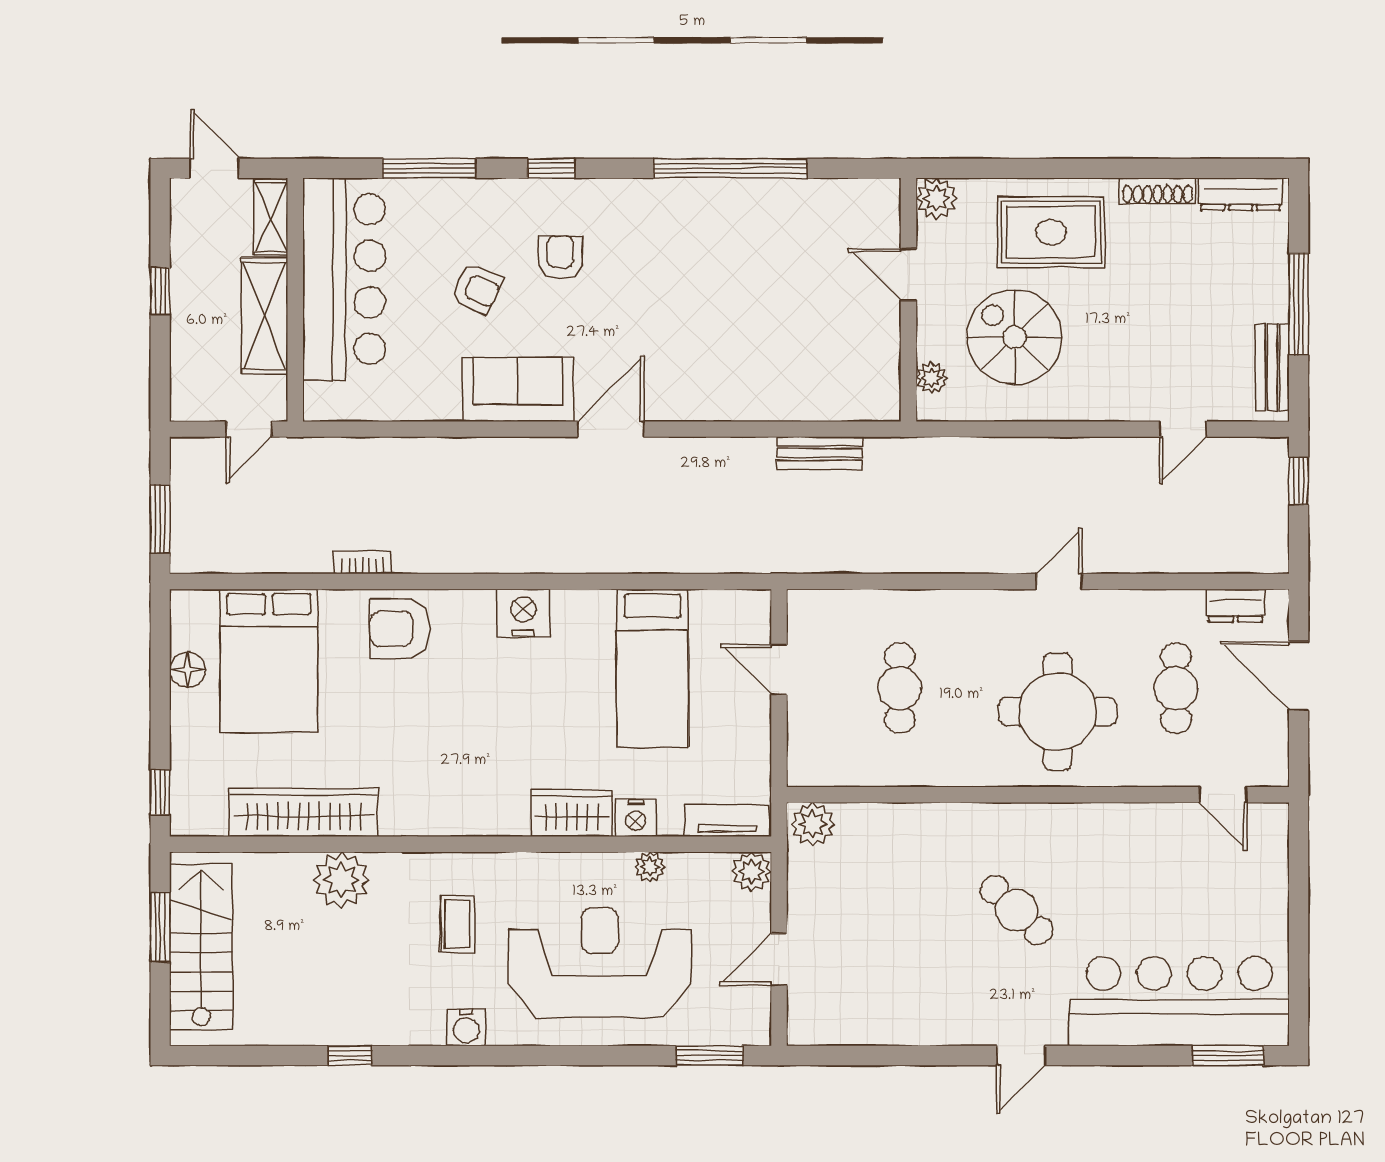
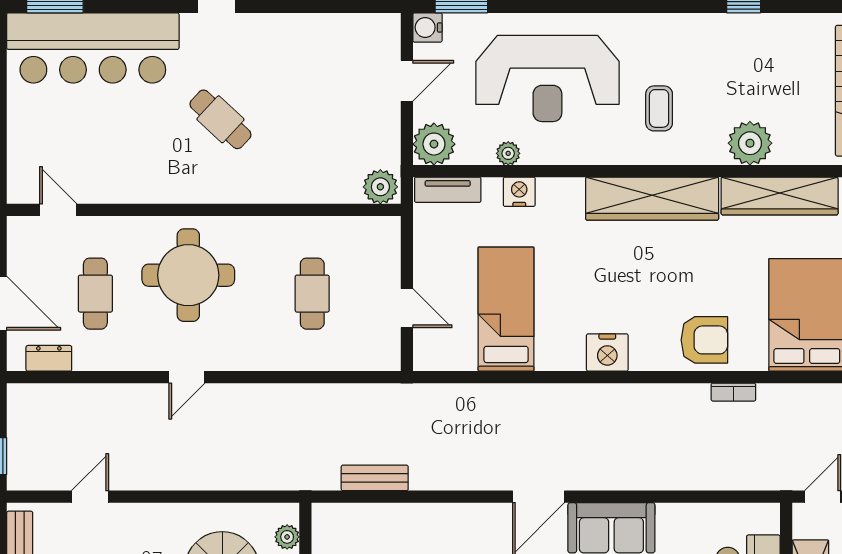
wardrobe: (572, 813) -> (652, 199), moved, width x2.10, depth x1.17
plant: (752, 872) -> (434, 144), width x1.36, depth x1.36
water cooler: (466, 1027) -> (427, 27), moved, turned -90

